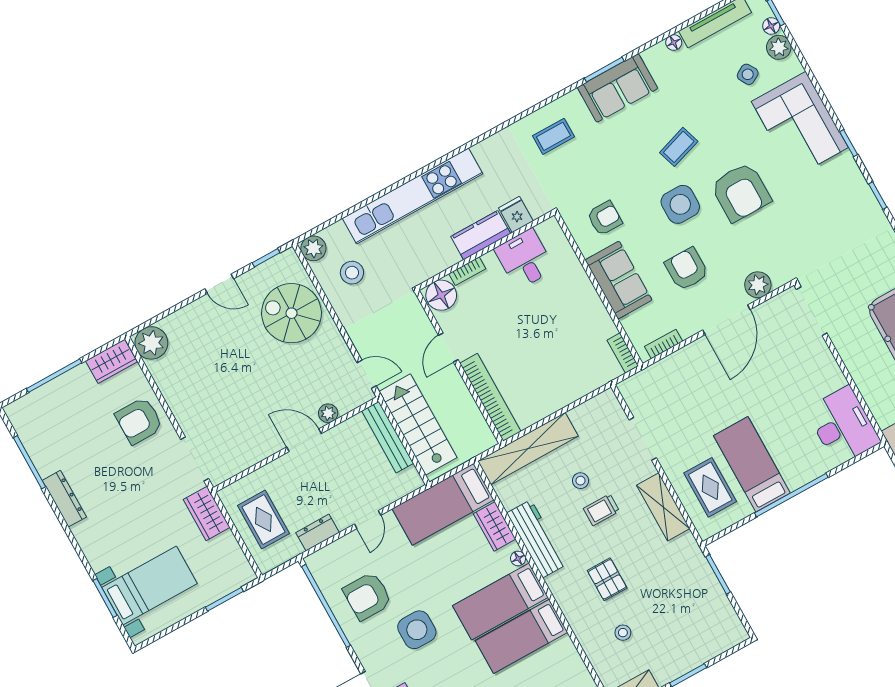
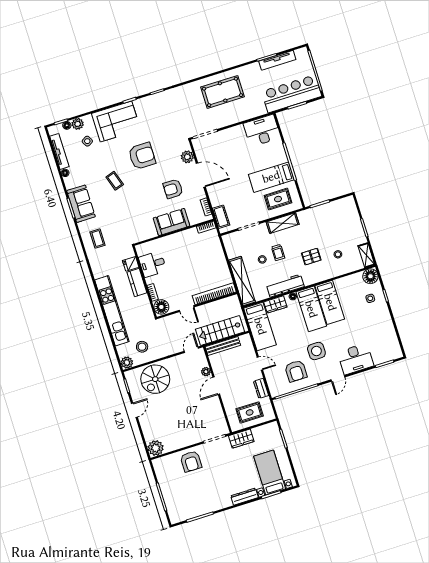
side table: (680, 204) -> (142, 186), removed
armchair: (605, 218) -> (141, 223), removed
wardrobe: (111, 361) -> (160, 469), removed
cot: (650, 379) -> (221, 217), added
dresser: (64, 499) -> (244, 497), moved

